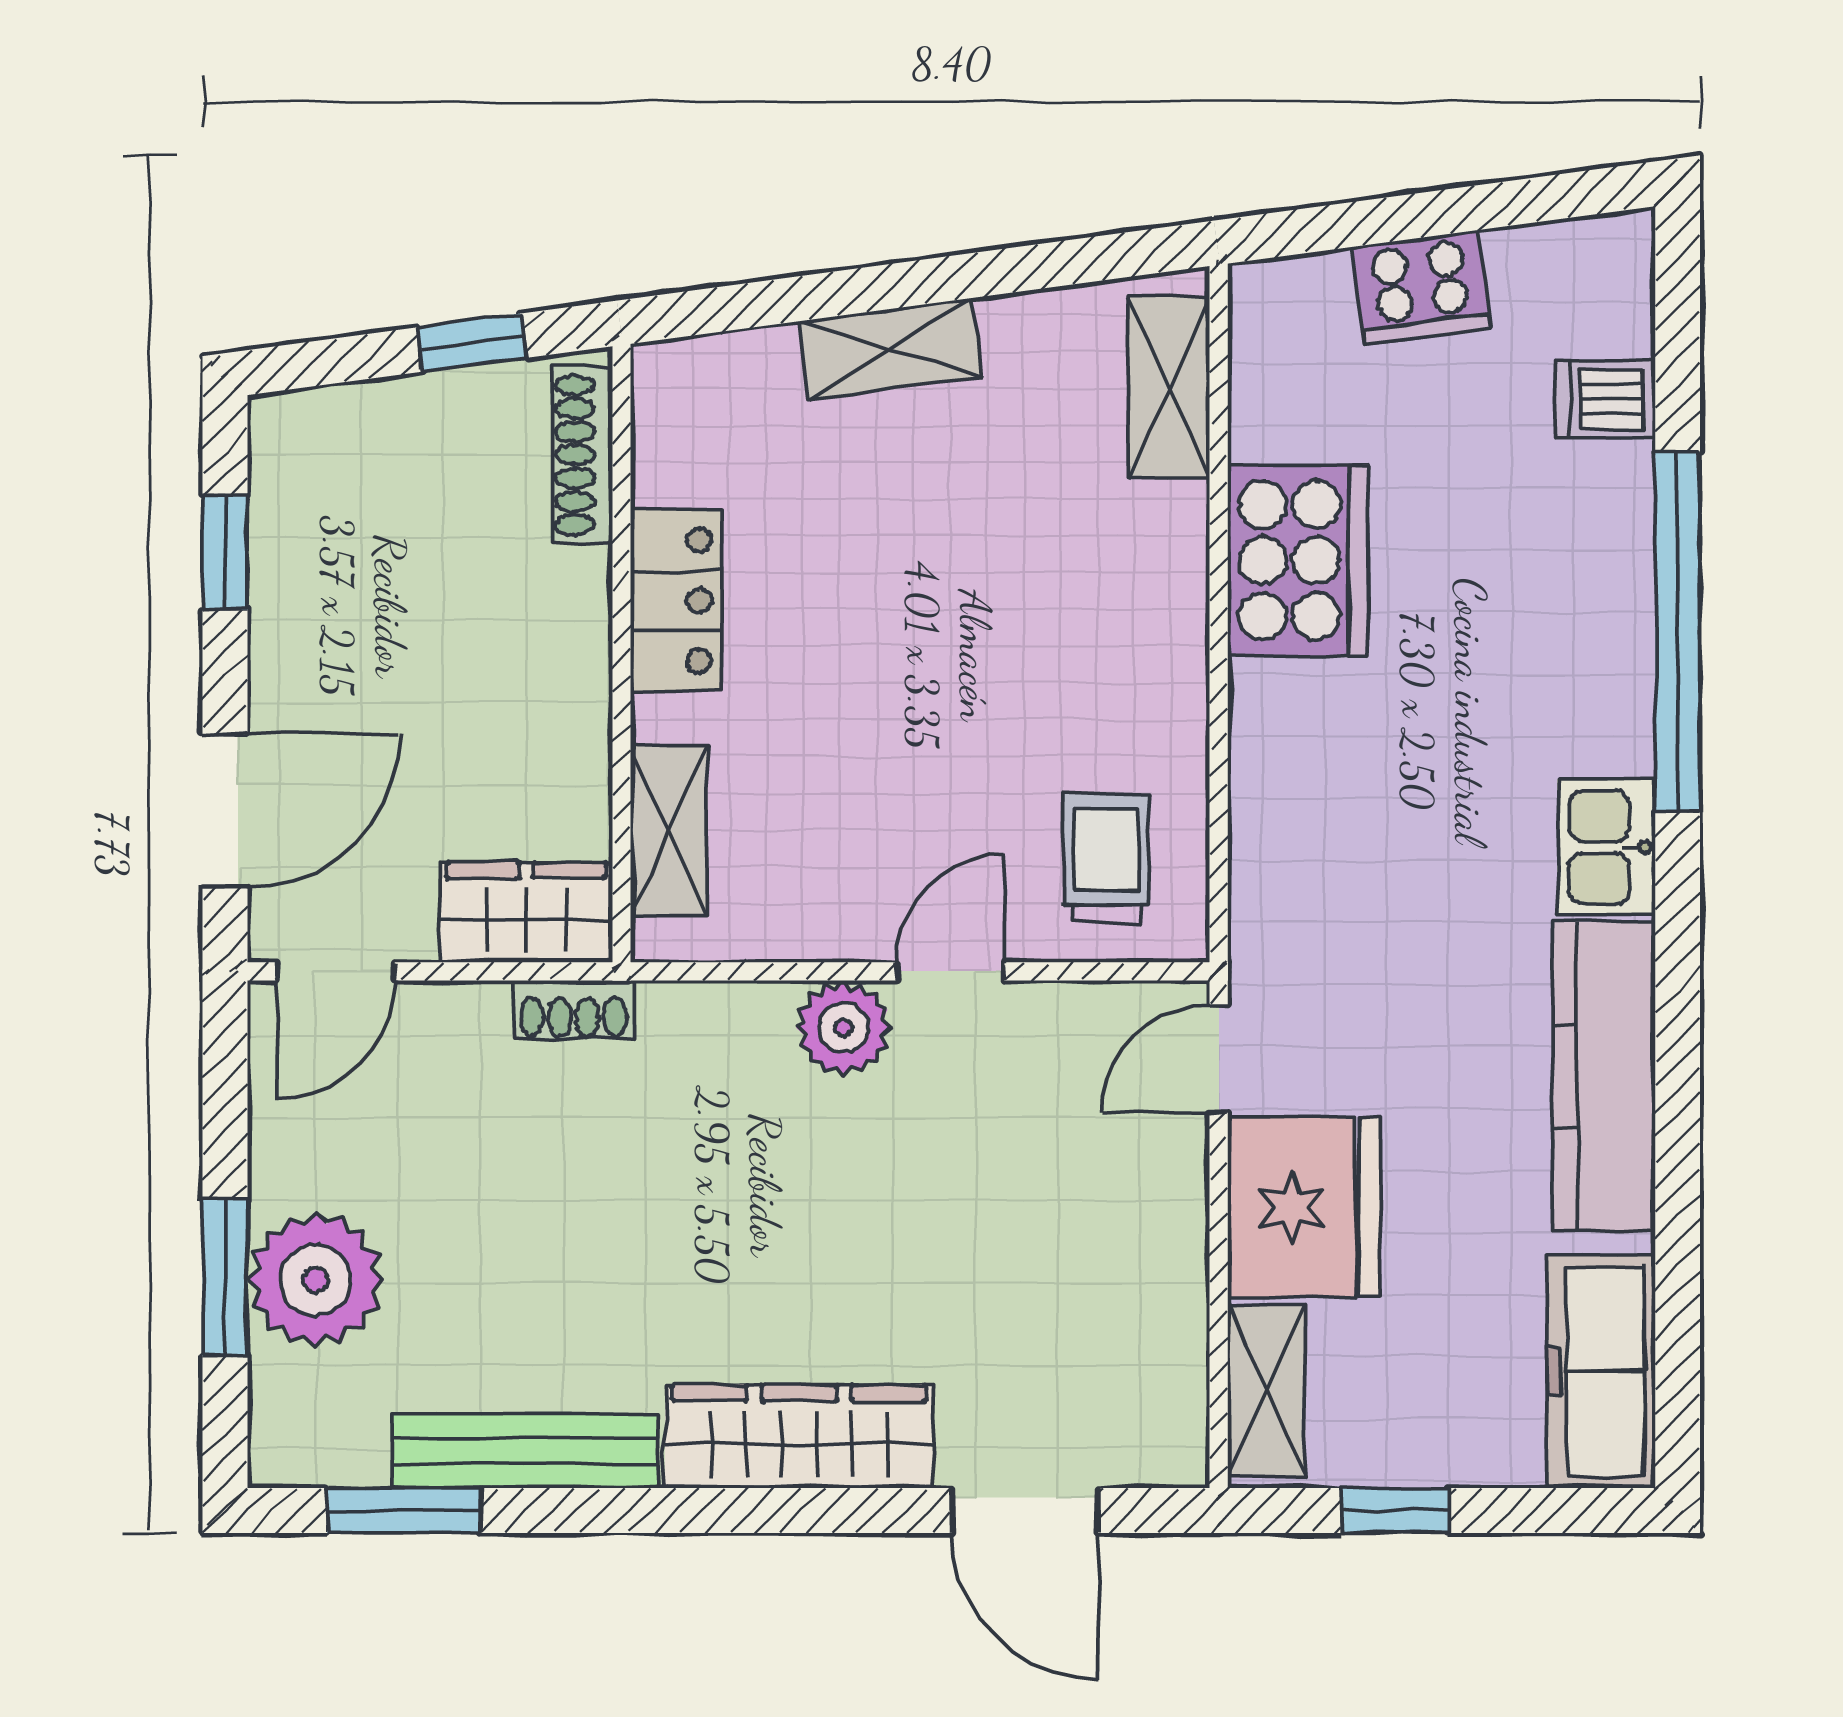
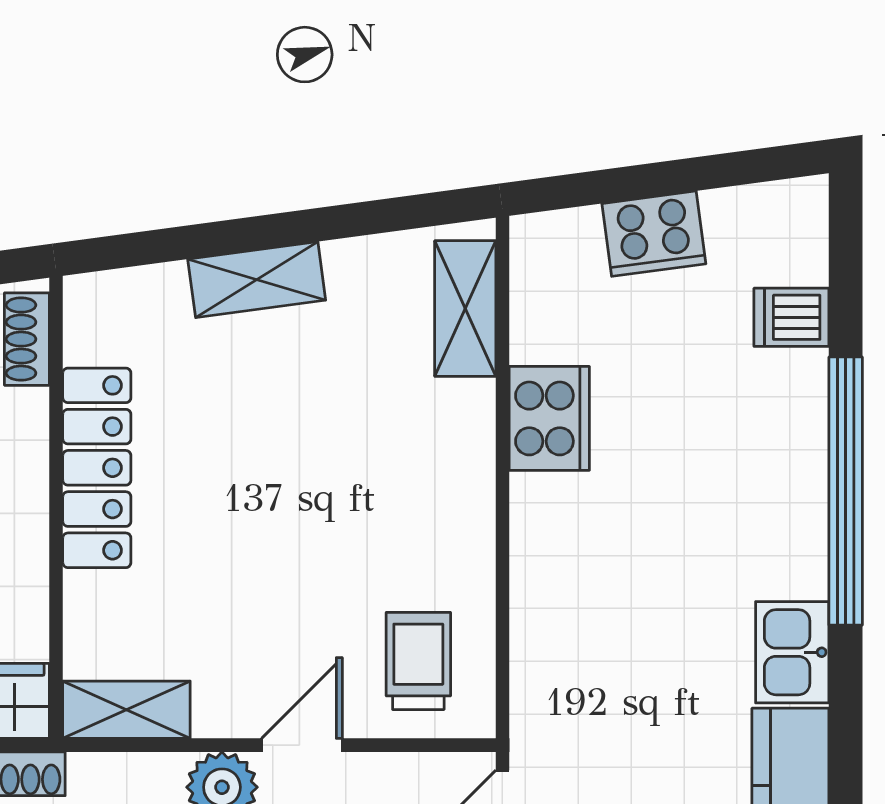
shoe rack: (583, 455) -> (27, 339), width x0.70
cooker: (1298, 560) -> (549, 418), width x0.73, depth x0.76
locker: (676, 600) -> (97, 468), width x1.53
shelving: (669, 831) -> (126, 710), moved, turned 90

